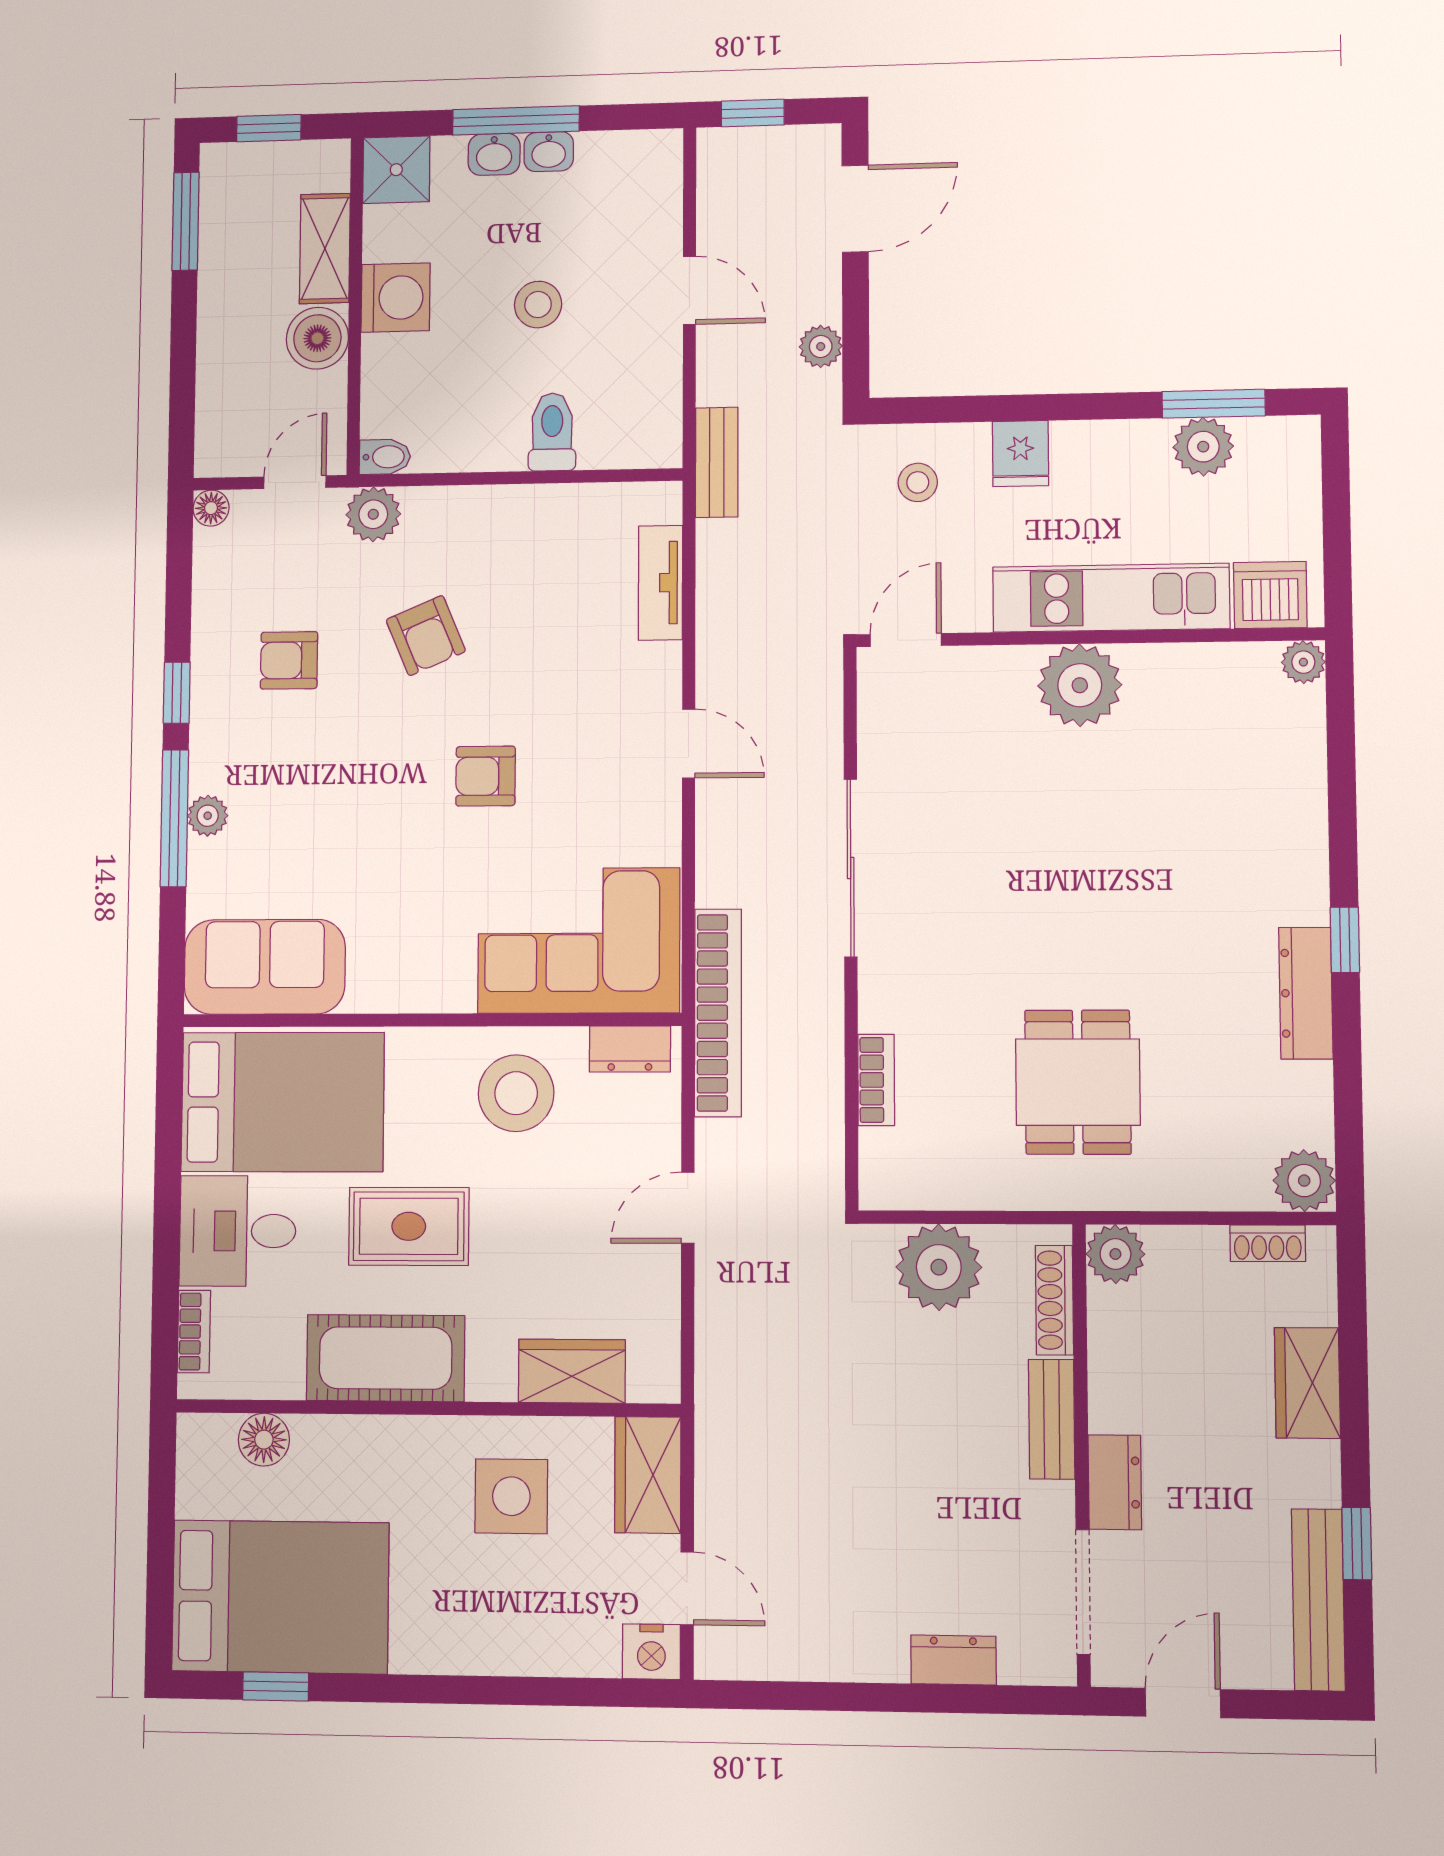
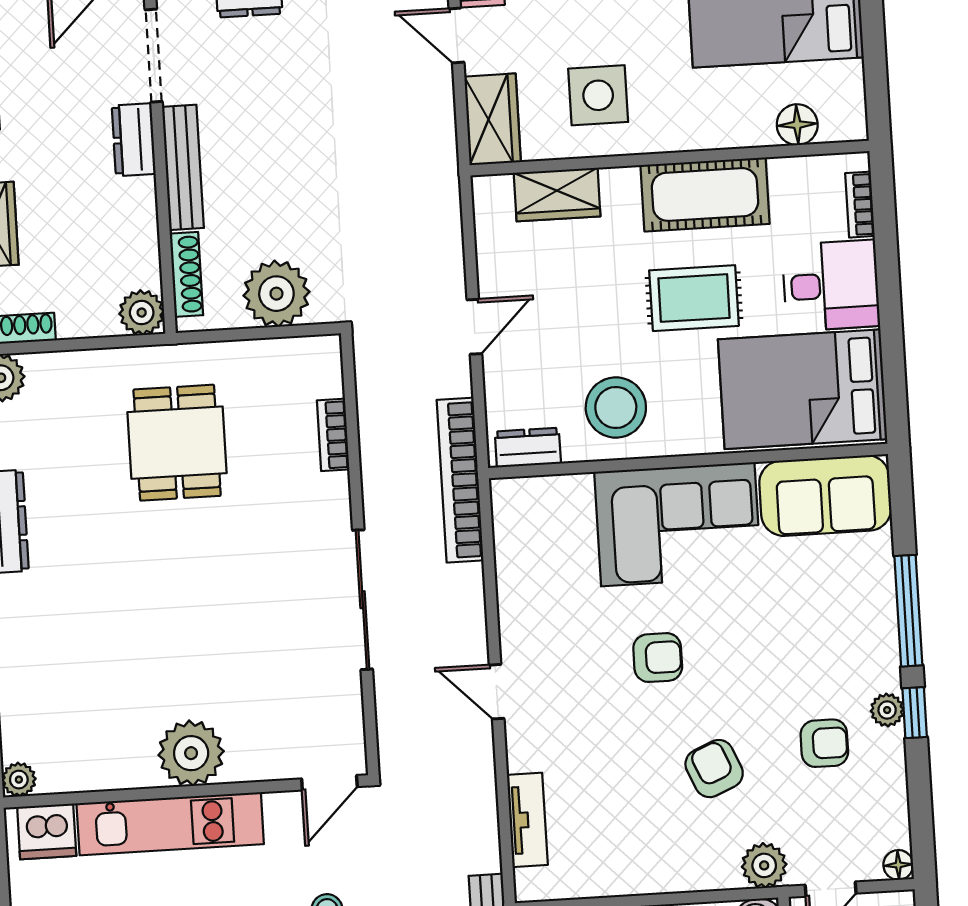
plant: (208, 816) -> (887, 710), moved
corner sofa: (579, 941) -> (678, 524), moved
bench: (1052, 1419) -> (183, 167), width x1.36

